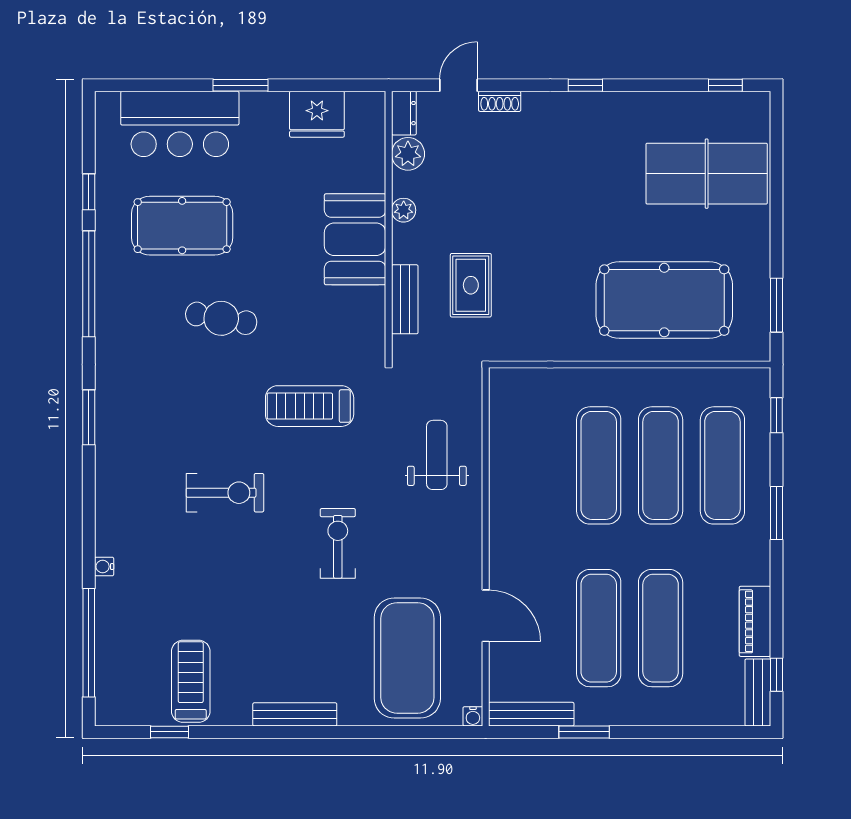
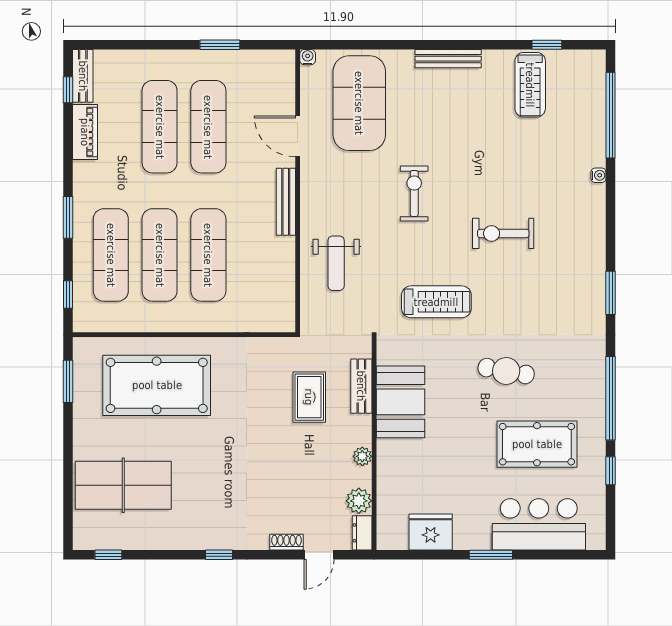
booth: (355, 239) -> (401, 402), moved
exercise bike: (338, 543) -> (414, 194), turned 180
bench: (531, 714) -> (286, 202), moved, turned 90

